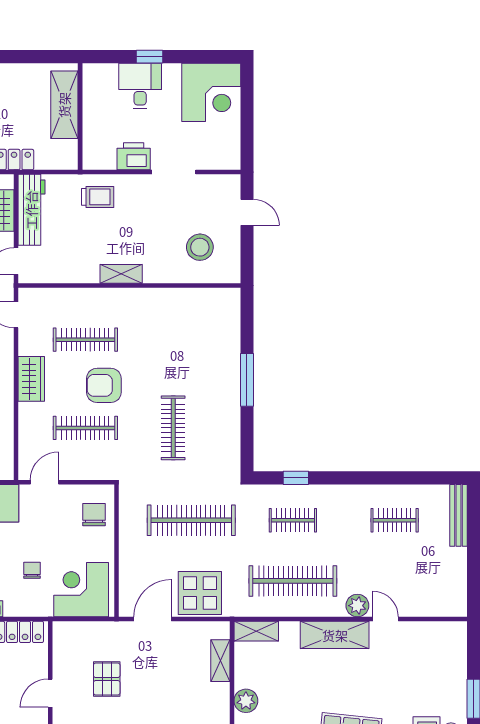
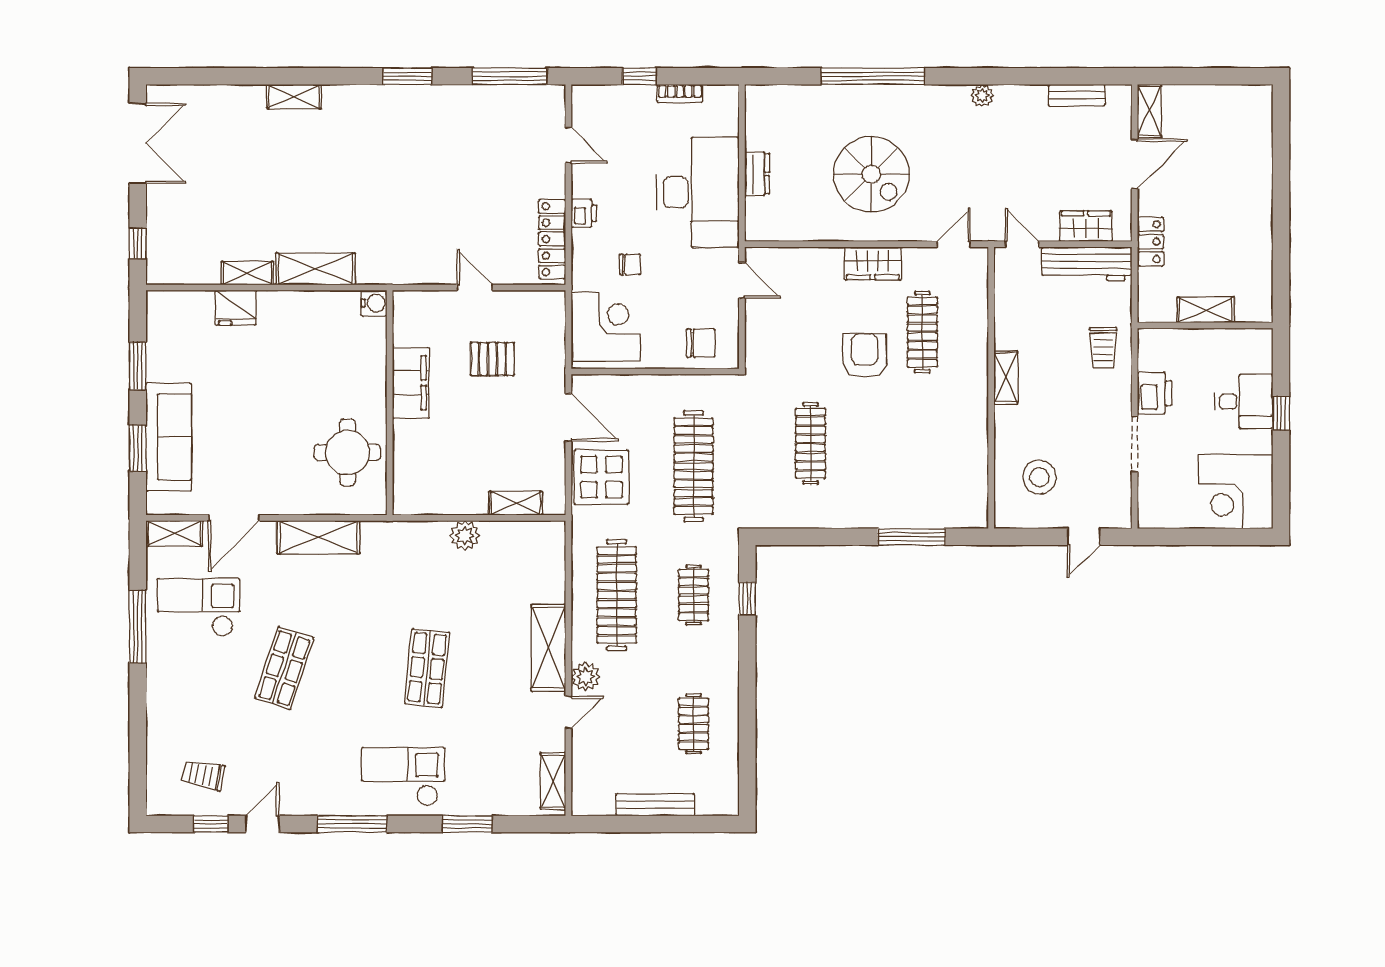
shelving: (64, 105) -> (1206, 310), width x0.67, depth x0.75
window: (247, 380) -> (912, 537), moved
clothes rail: (85, 428) -> (811, 332), removed
clothes rail: (173, 428) -> (811, 443), turned 90
bench: (458, 515) -> (655, 805), moved
shelving: (256, 631) -> (553, 781), moved

